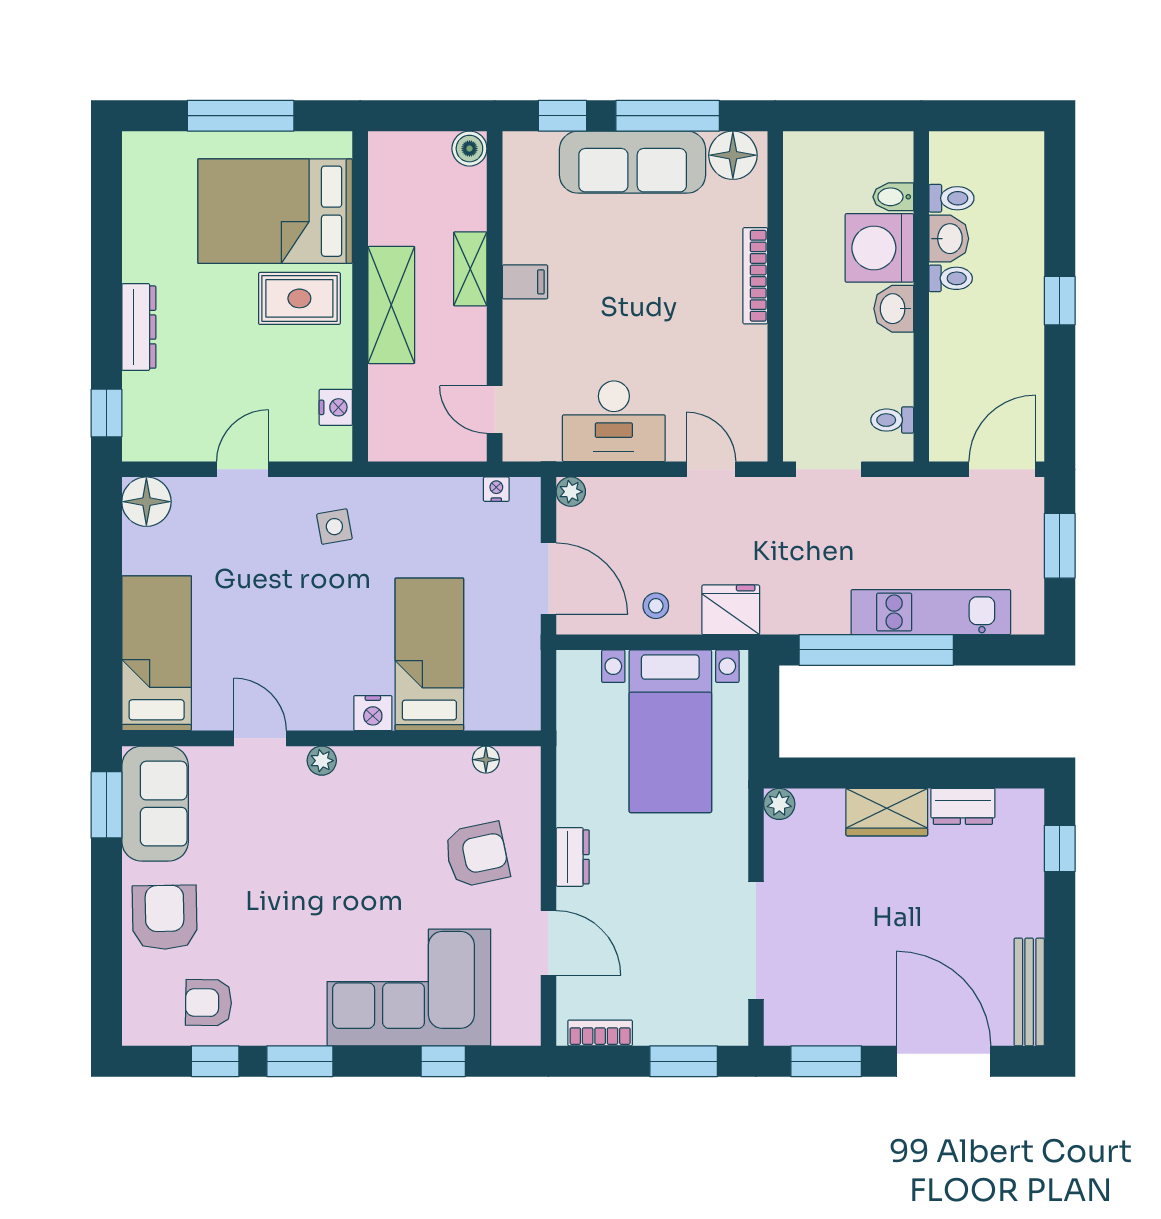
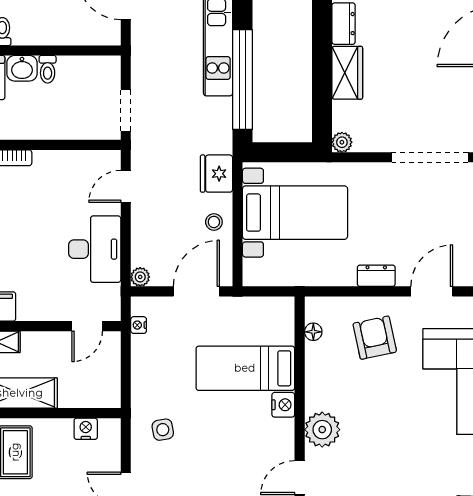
toilet: (892, 420) -> (48, 69), moved
plant: (322, 761) -> (322, 430), width x1.88, depth x1.88

